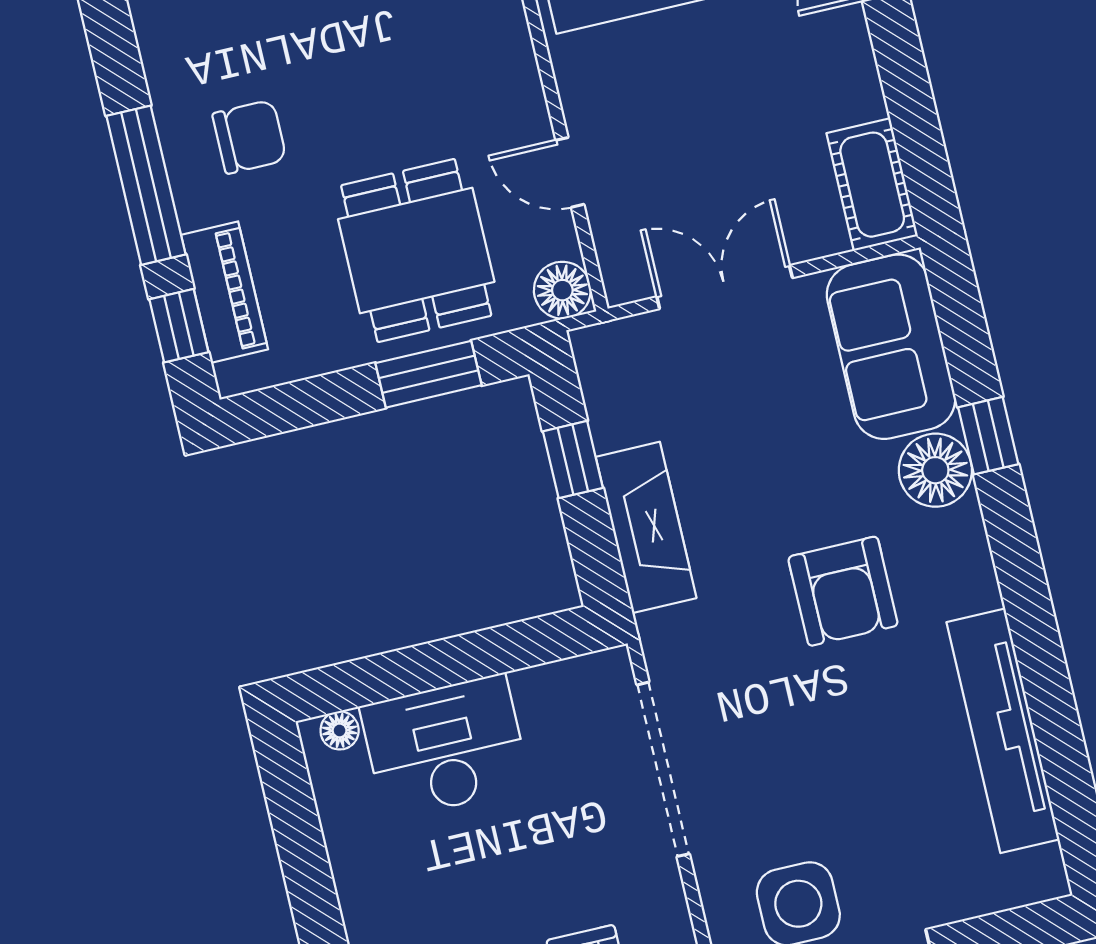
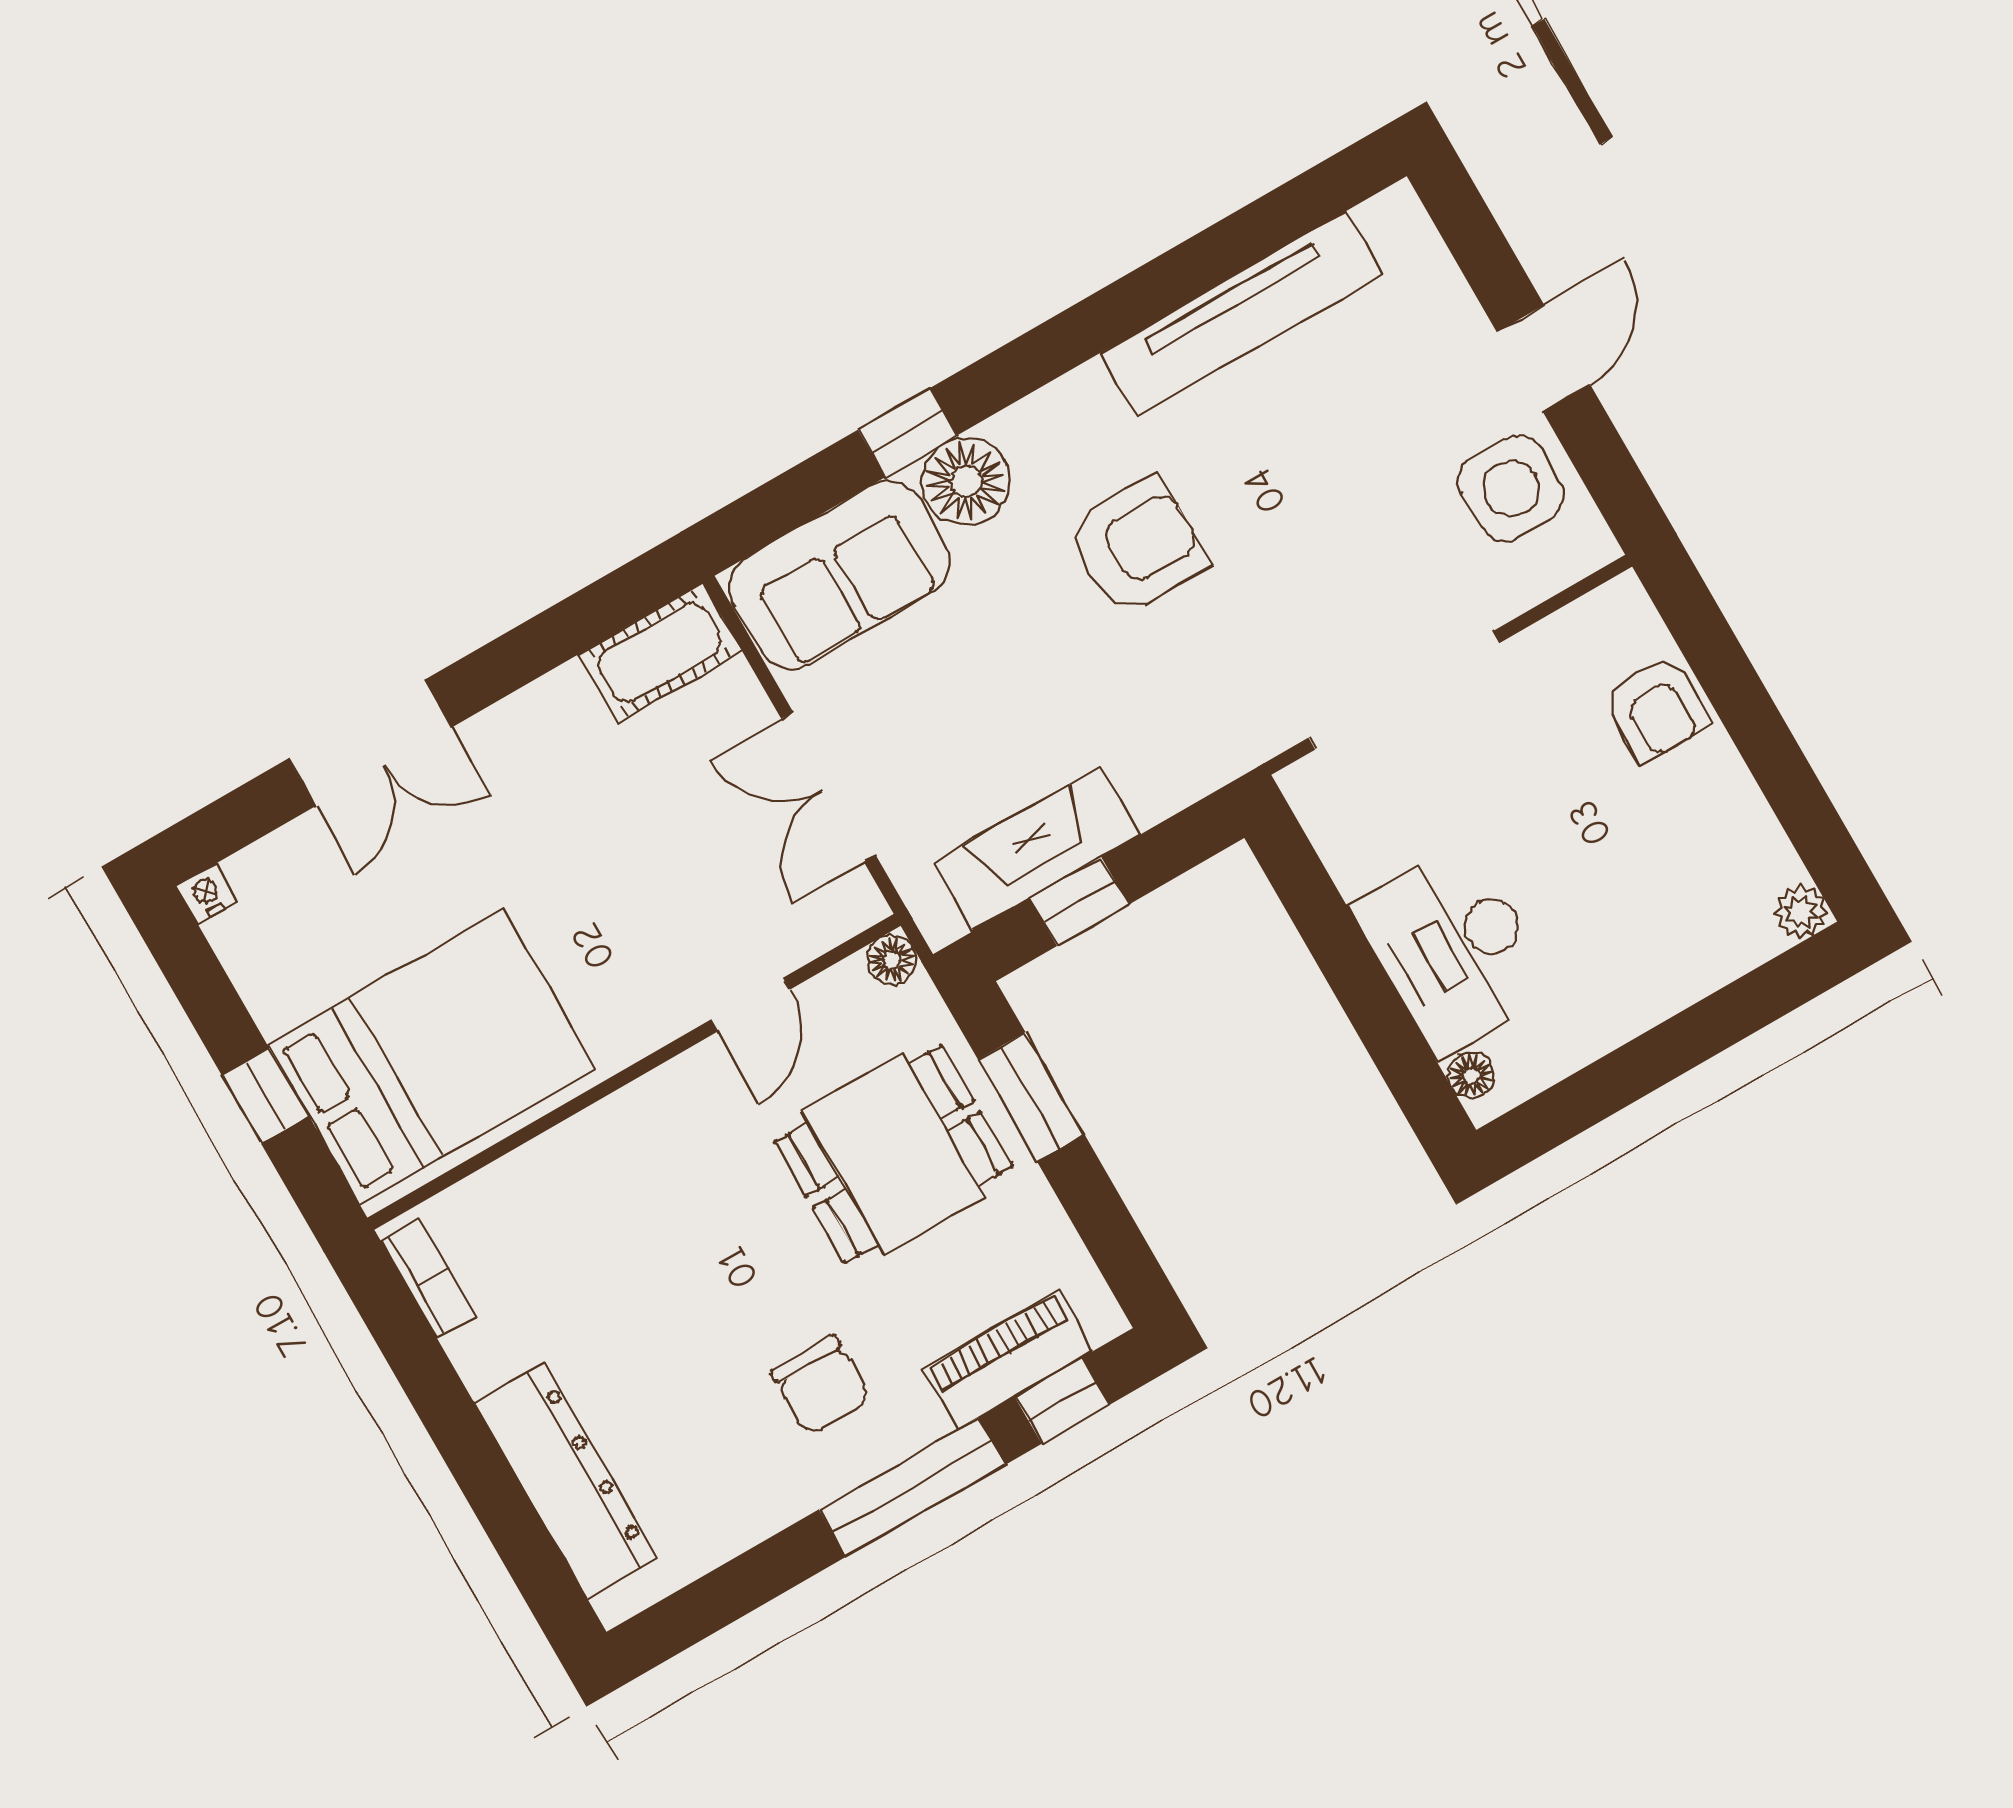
chair: (249, 137) -> (821, 1385), turned 180
floor lamp: (562, 290) -> (892, 960), width x0.73, depth x0.73
fireplace: (646, 527) -> (1036, 849), moved

